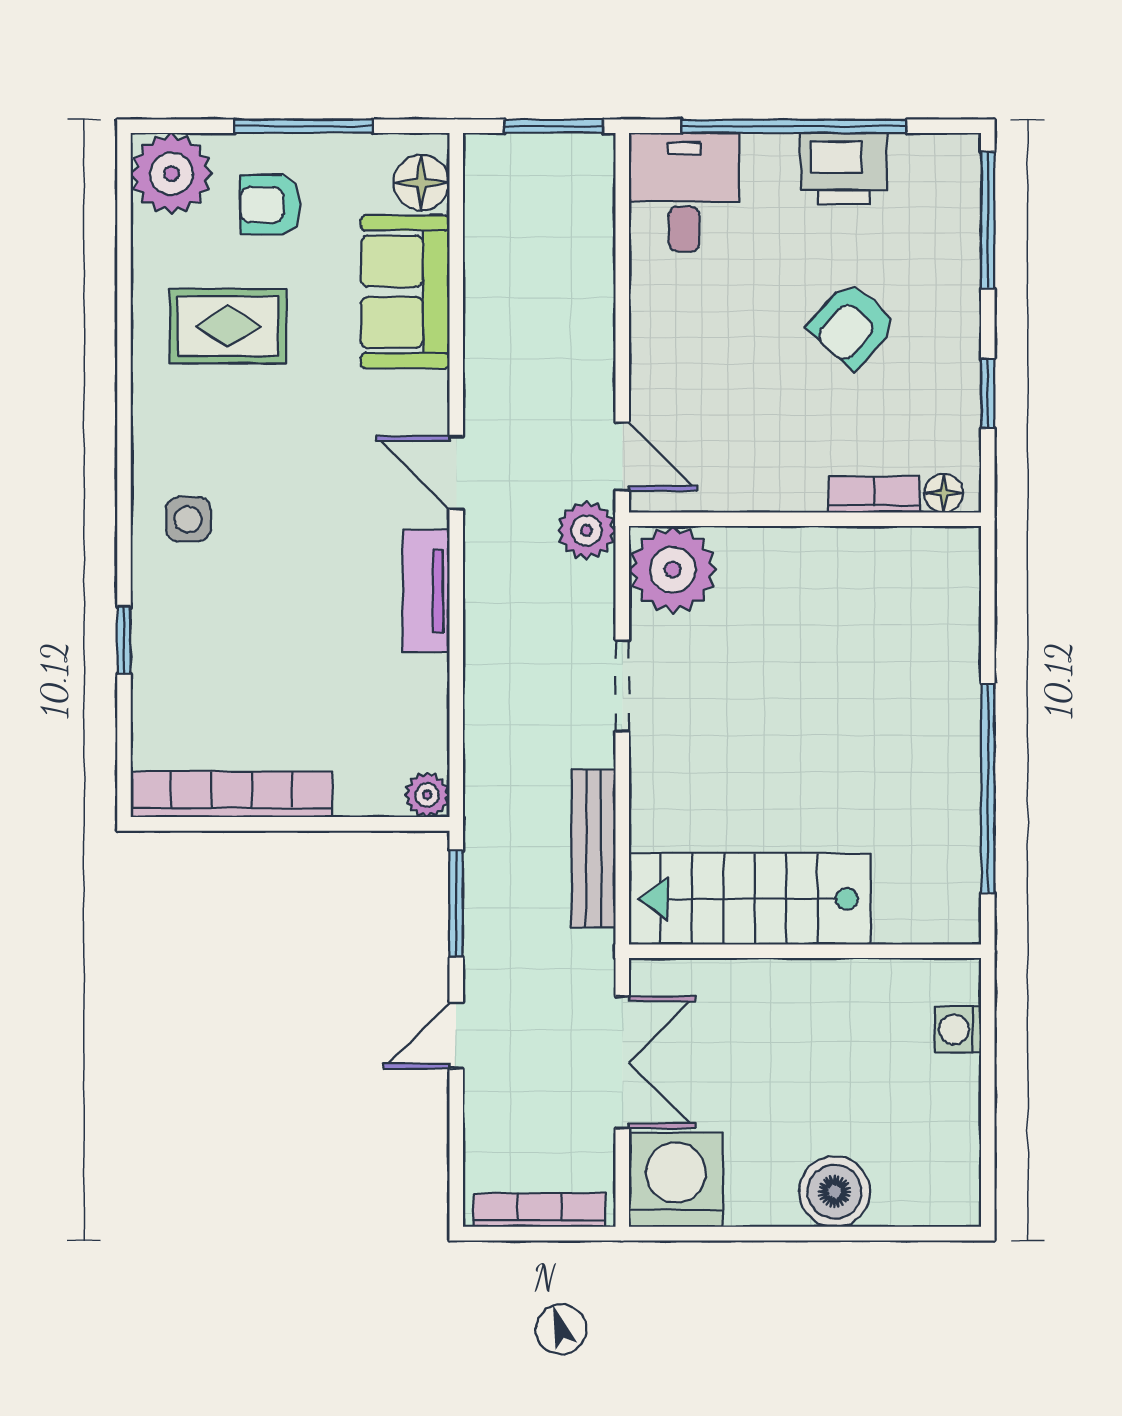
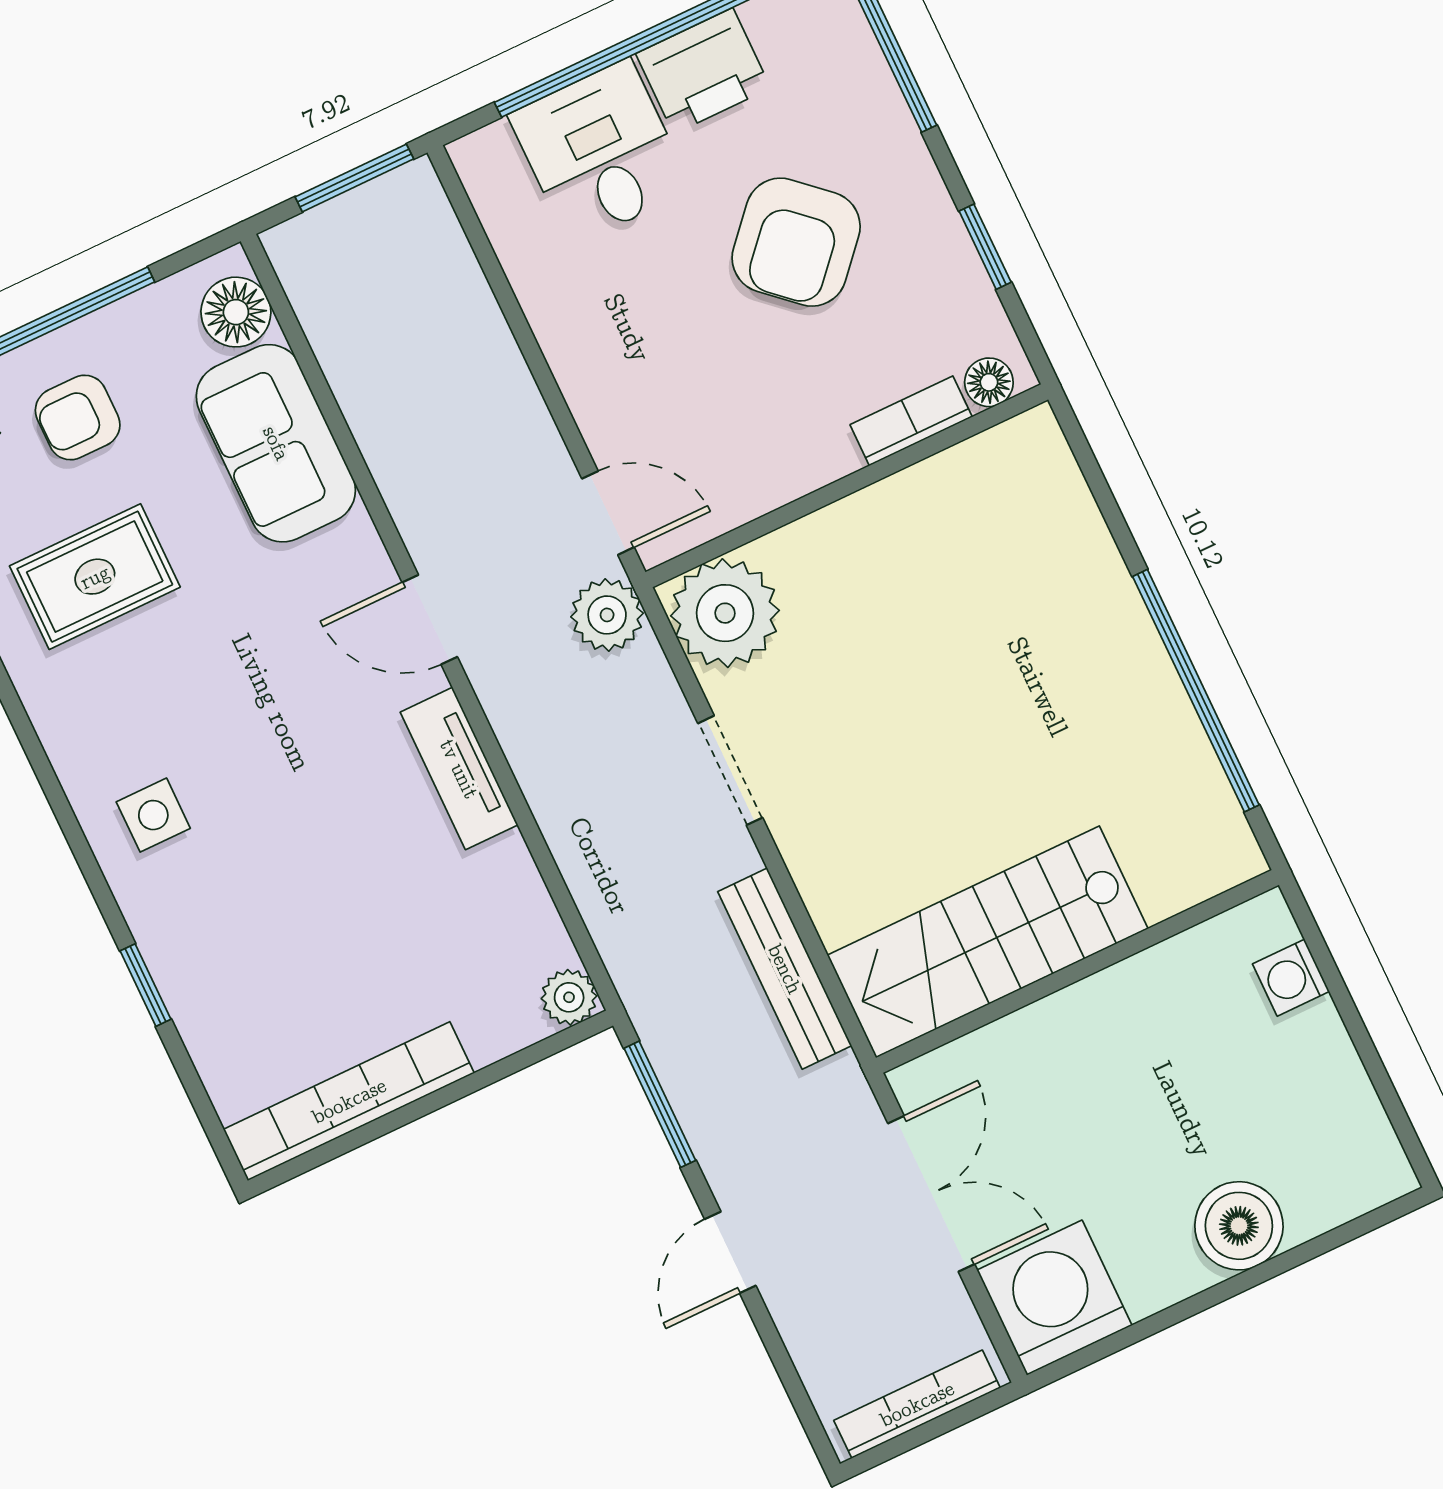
desk: (684, 192) -> (600, 152), moved
armchair: (852, 325) -> (796, 242), width x1.38, depth x1.38

